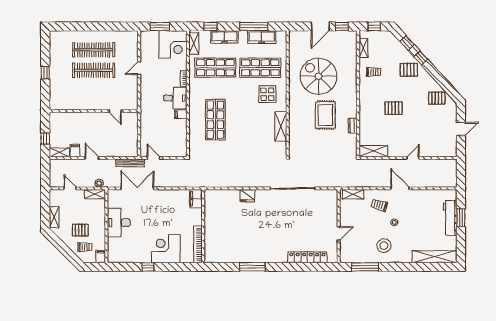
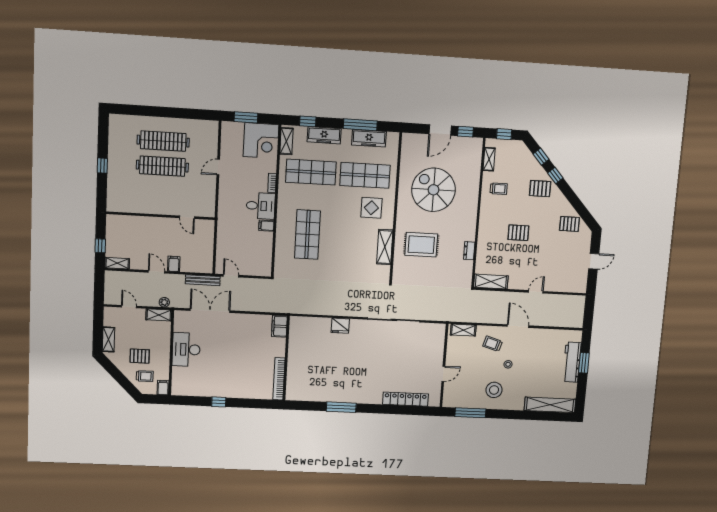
rug: (325, 115) -> (421, 245), moved, turned 90
filing cabinet: (75, 150) -> (174, 264), moved
corner desk: (166, 249) -> (241, 382), removed

